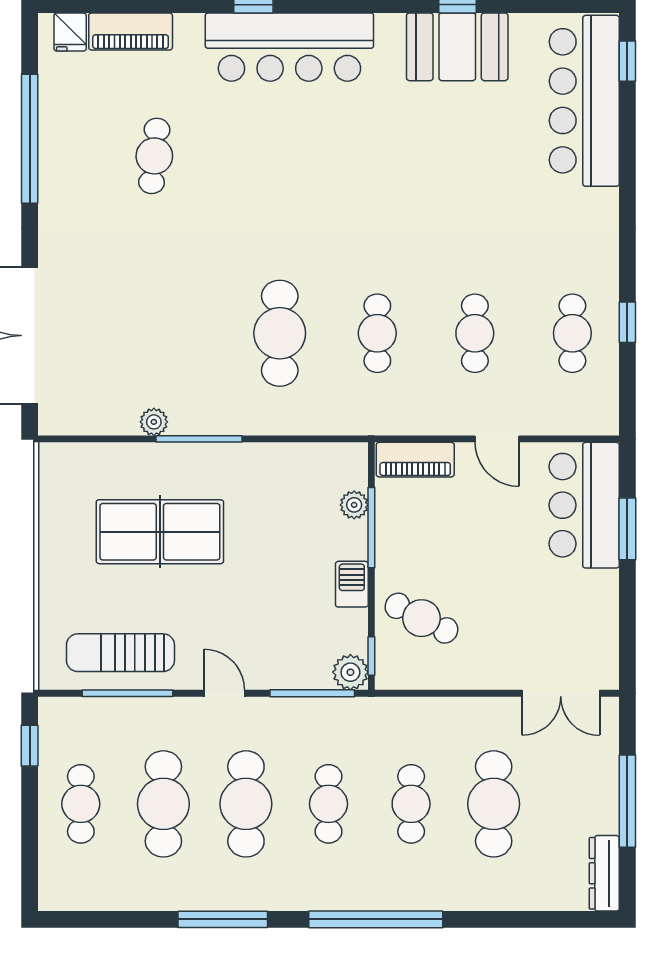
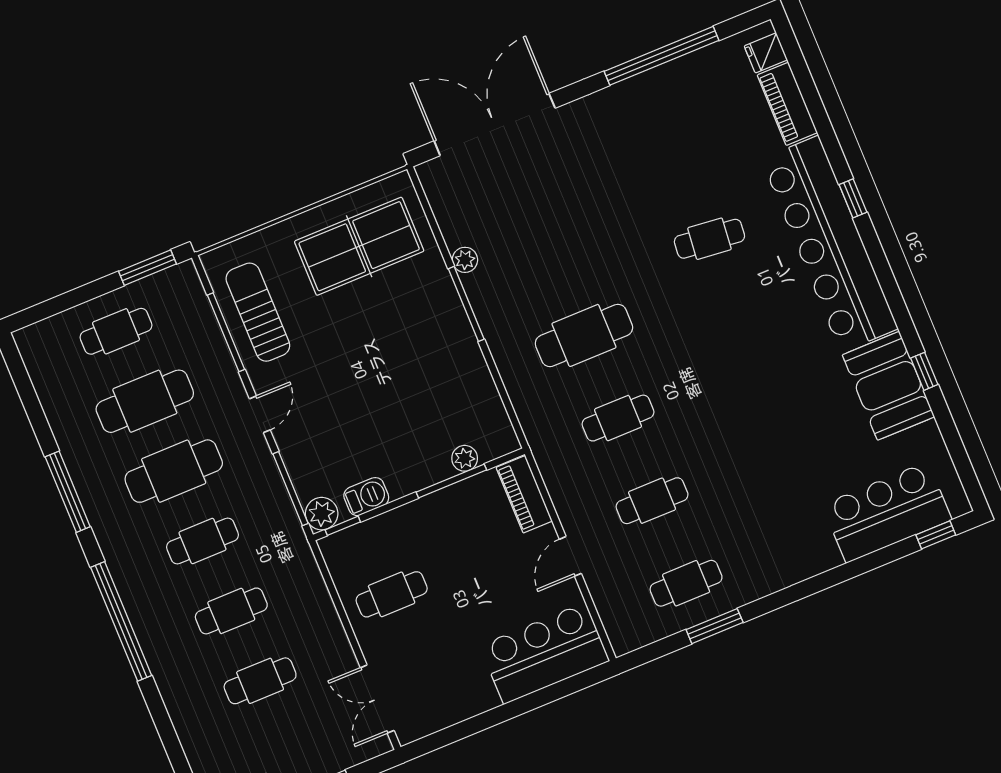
bar counter: (289, 47) -> (830, 244), width x1.36
bar counter: (584, 101) -> (887, 512), width x0.73
cafe table: (154, 156) -> (709, 239), moved
window: (627, 322) -> (715, 626), width x1.50
window: (627, 529) -> (540, 698), removed
table tennis table: (160, 532) -> (359, 246), moved, turned 90
barbecue: (352, 584) -> (366, 497), moved
cafe table: (421, 618) -> (392, 594), moved, turned 63
window: (30, 746) -> (148, 268), width x1.50
cafe table: (494, 804) -> (260, 681), width x0.73, depth x0.74

